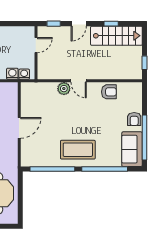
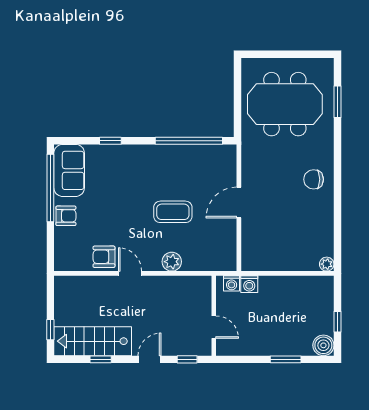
door: (36, 45) -> (214, 327), swing flipped
window: (144, 63) -> (50, 330), moved
door: (79, 81) -> (130, 273), moved
armchair: (134, 119) -> (66, 216), turned 90
coffee table: (78, 150) -> (173, 212), moved, width x0.73, depth x0.76
window: (105, 169) -> (110, 141), width x0.32

